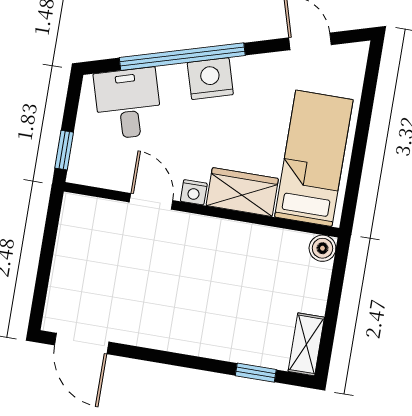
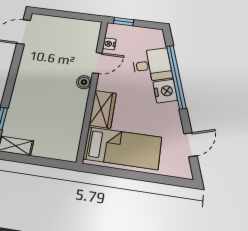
desk: (128, 104) -> (152, 65), moved
nightstand: (194, 192) -> (109, 44), moved
boiler: (322, 248) -> (84, 82), moved

